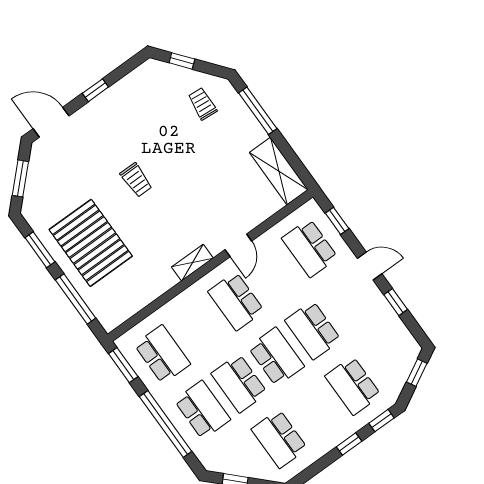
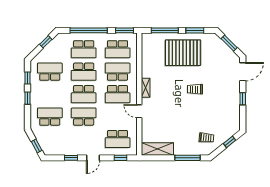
school desk: (310, 248) -> (118, 139), turned 180
school desk: (236, 301) -> (118, 94), turned 180
school desk: (199, 328) -> (118, 72), added
school desk: (239, 383) -> (84, 72), turned 180
window: (382, 421) -> (28, 78), moved

